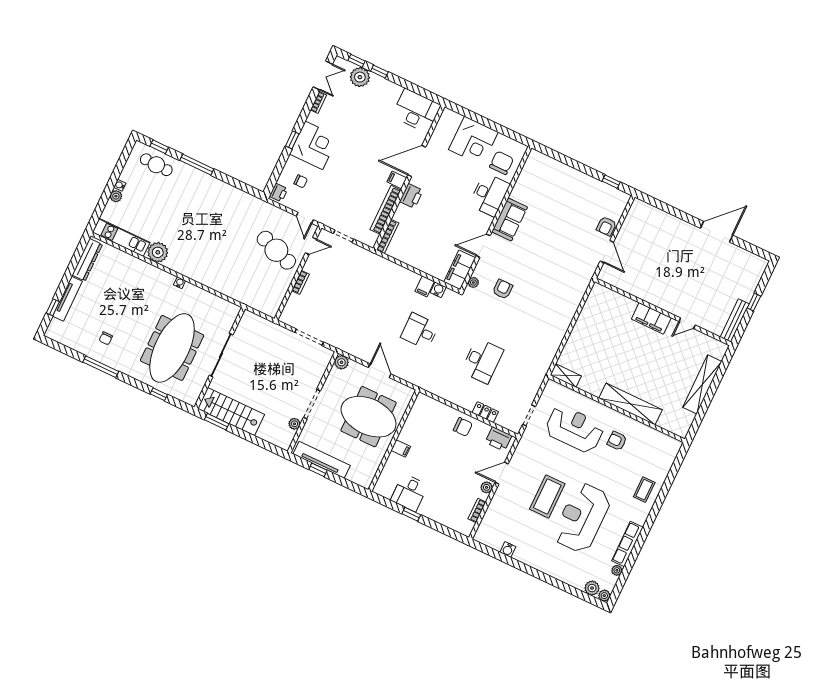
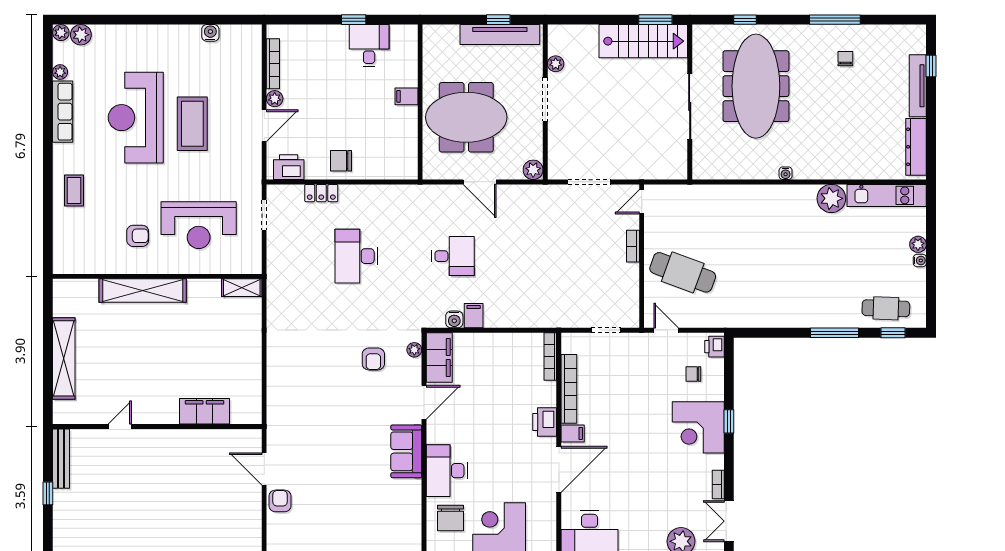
door: (311, 246) -> (642, 202), moved
filing cabinet: (651, 318) -> (205, 411), moved
bookcase: (477, 510) -> (273, 64), width x1.56
reception desk: (582, 518) -> (136, 118), turned 180

